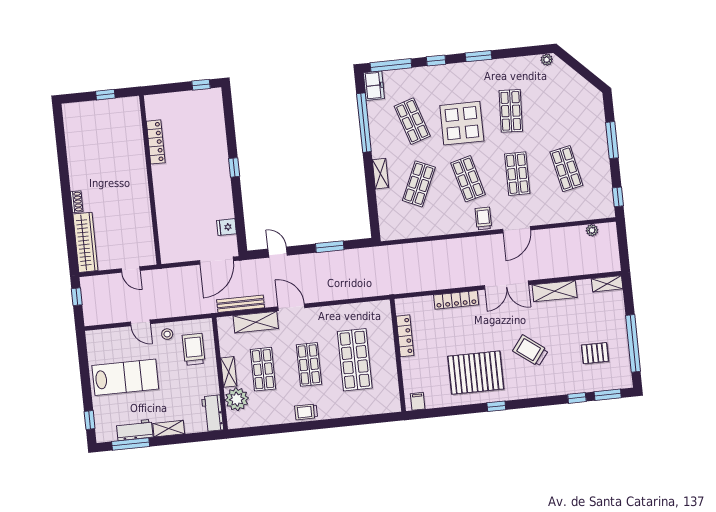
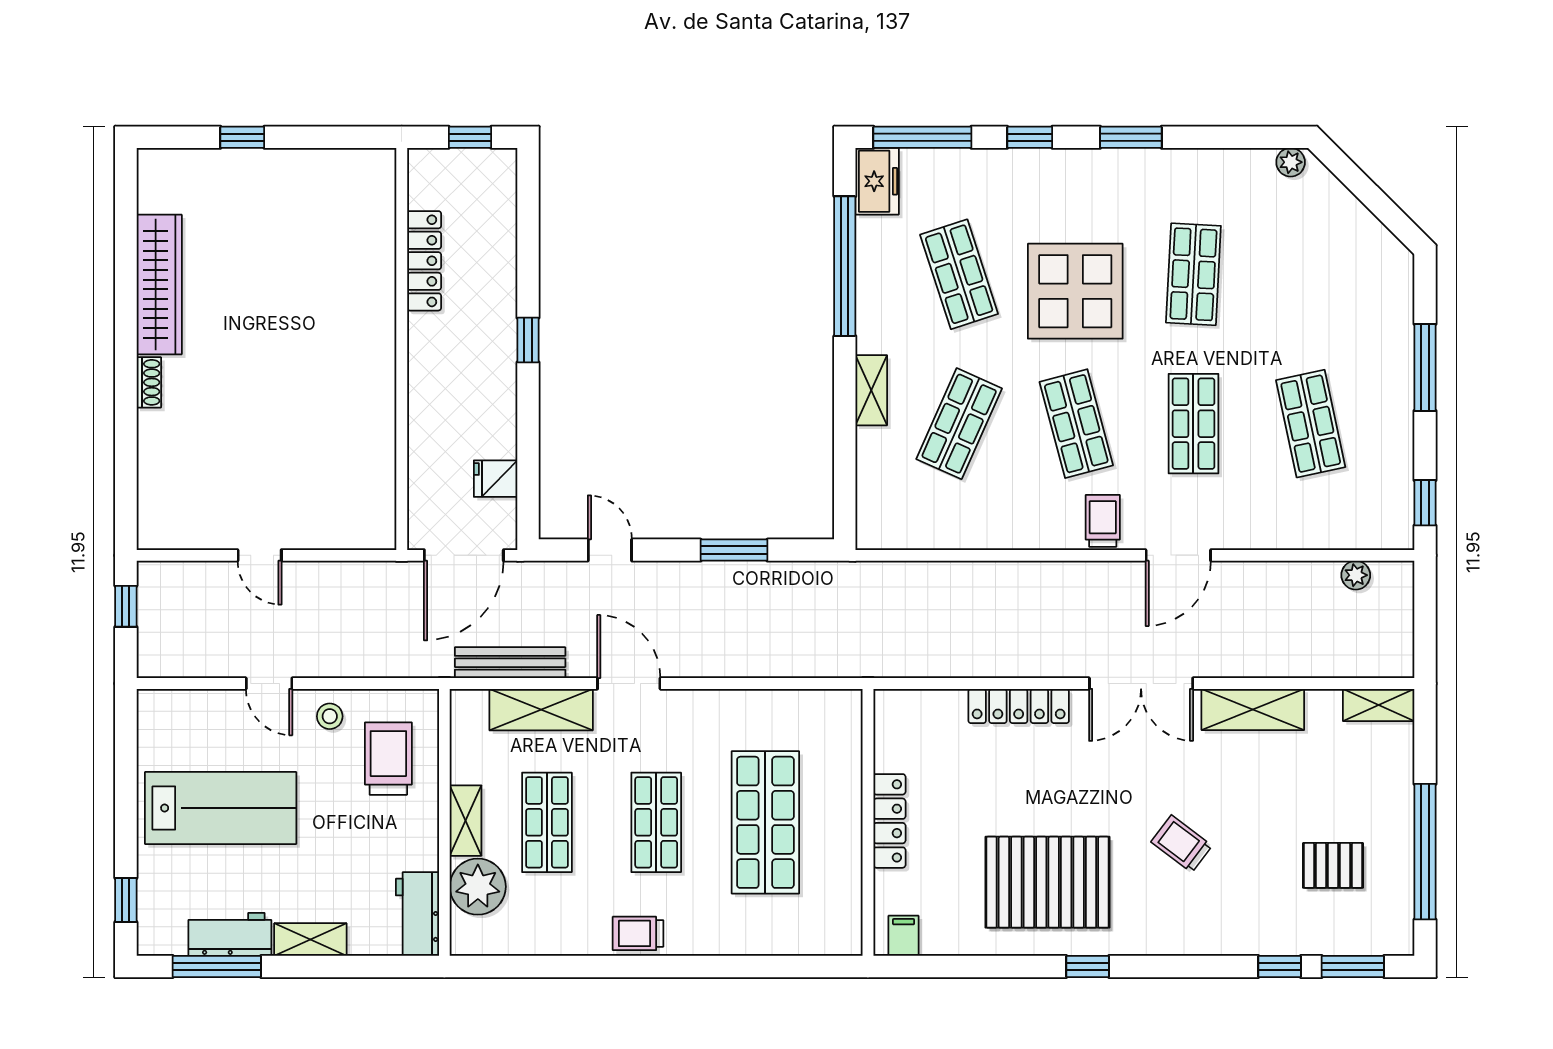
locker: (156, 142) -> (424, 261), moved
wall: (150, 180) -> (402, 349), moved
wardrobe: (85, 242) -> (159, 284), moved
locker: (405, 336) -> (889, 821), moved
trolley: (530, 351) -> (1182, 844), width x0.73, depth x0.72

